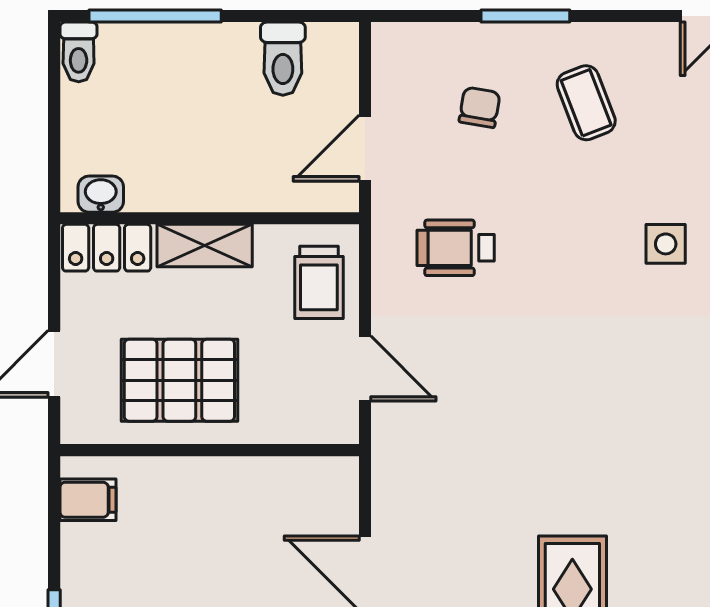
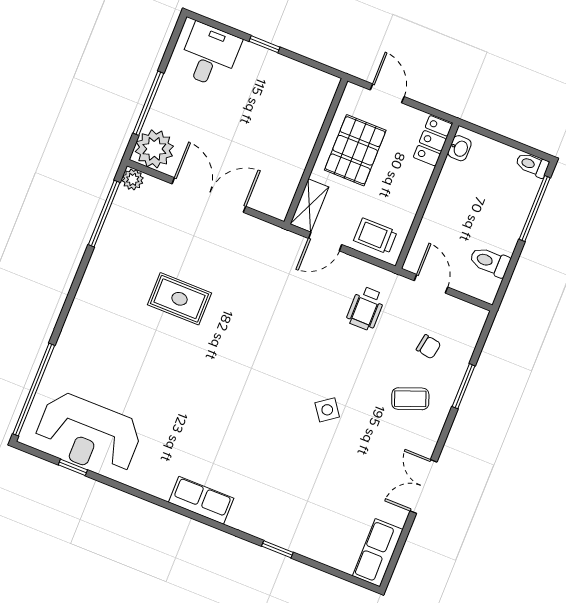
side table: (666, 244) -> (327, 410), turned -36
shelving: (205, 246) -> (309, 205), moved
wheelchair: (456, 248) -> (366, 308), turned 180
filing cabinet: (88, 500) -> (315, 83), removed

